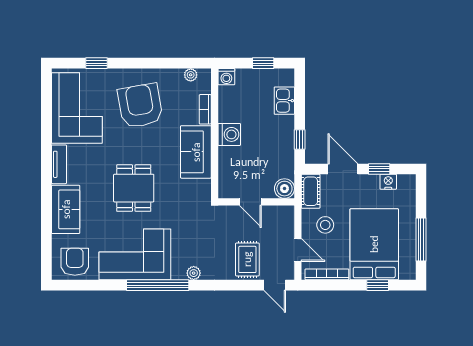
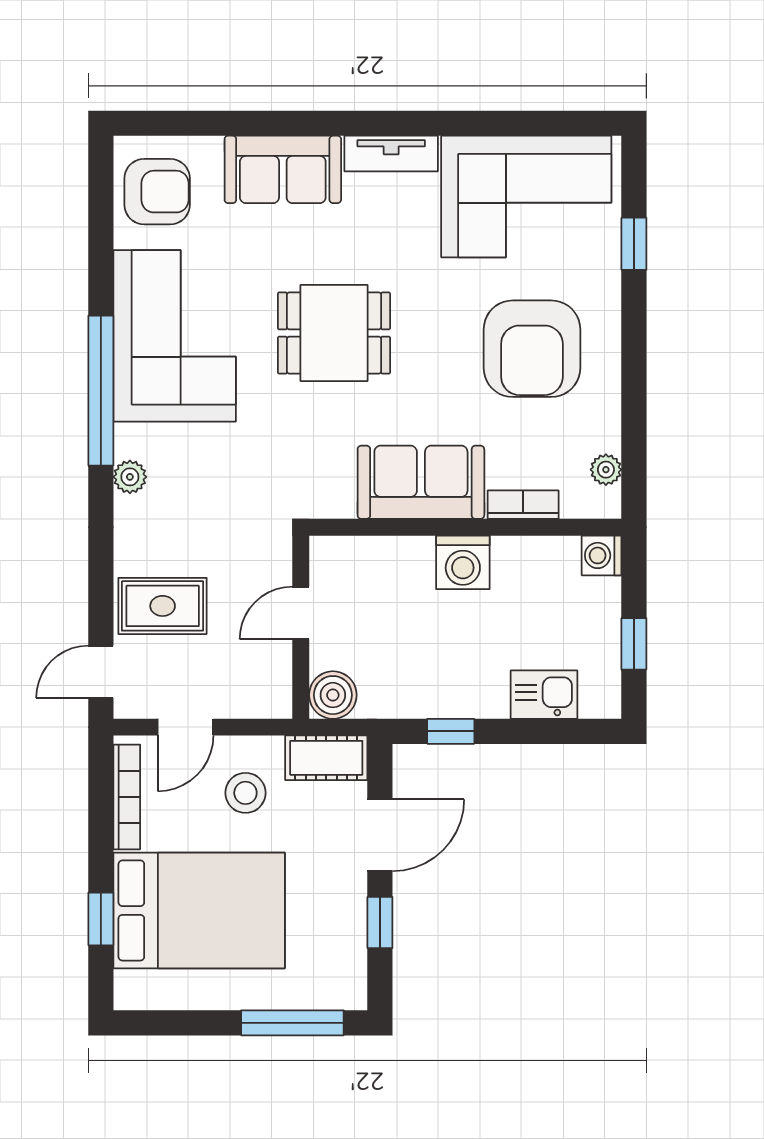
armchair: (140, 106) -> (532, 349), turned 100
nightstand: (388, 182) -> (349, 944), removed
window: (421, 239) -> (292, 1023), moved

